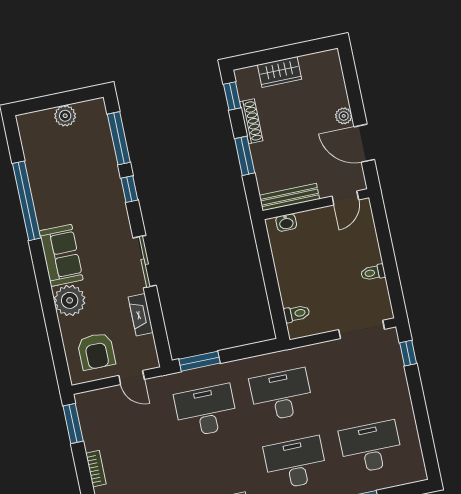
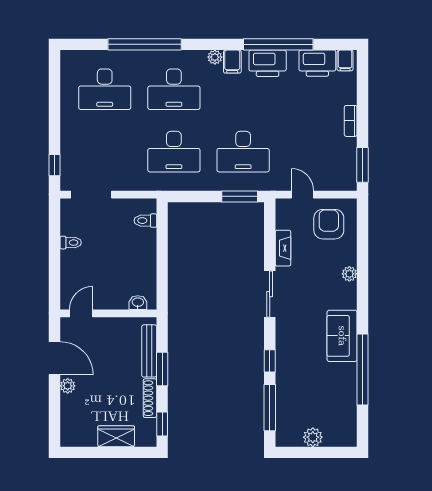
bench: (289, 197) -> (149, 351), moved, turned 90
sofa: (61, 255) -> (342, 336), moved
plant: (70, 300) -> (349, 274), width x0.53, depth x0.53

